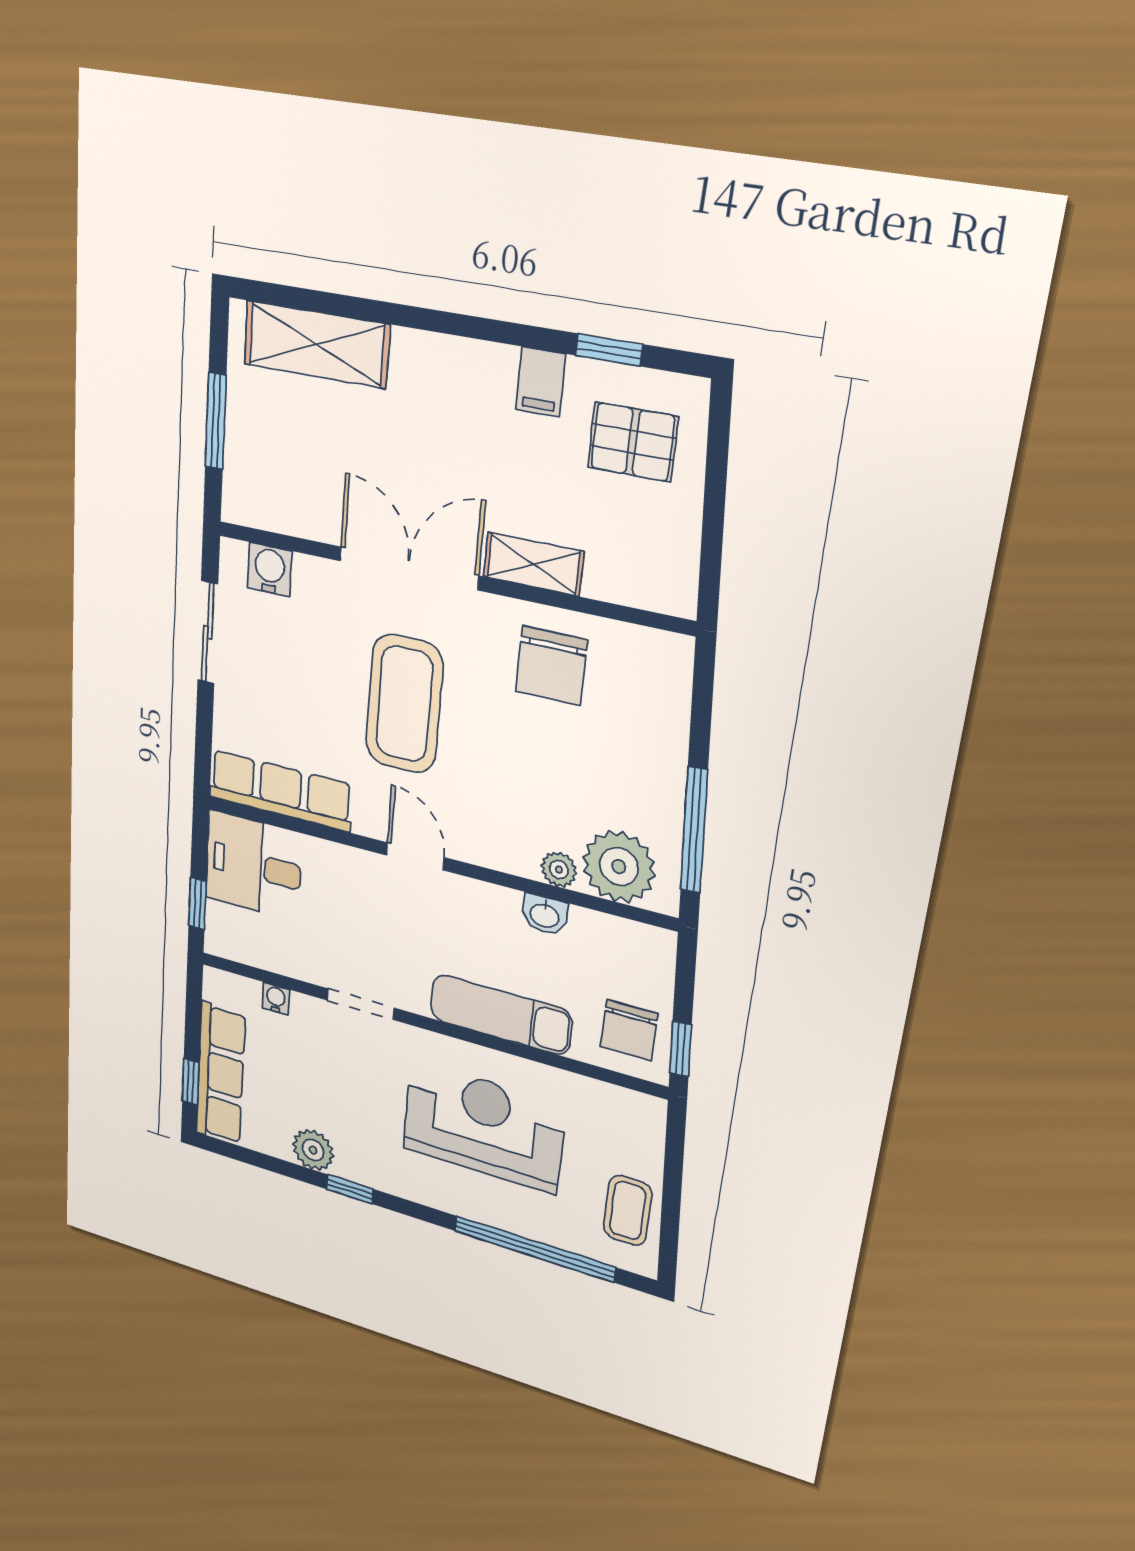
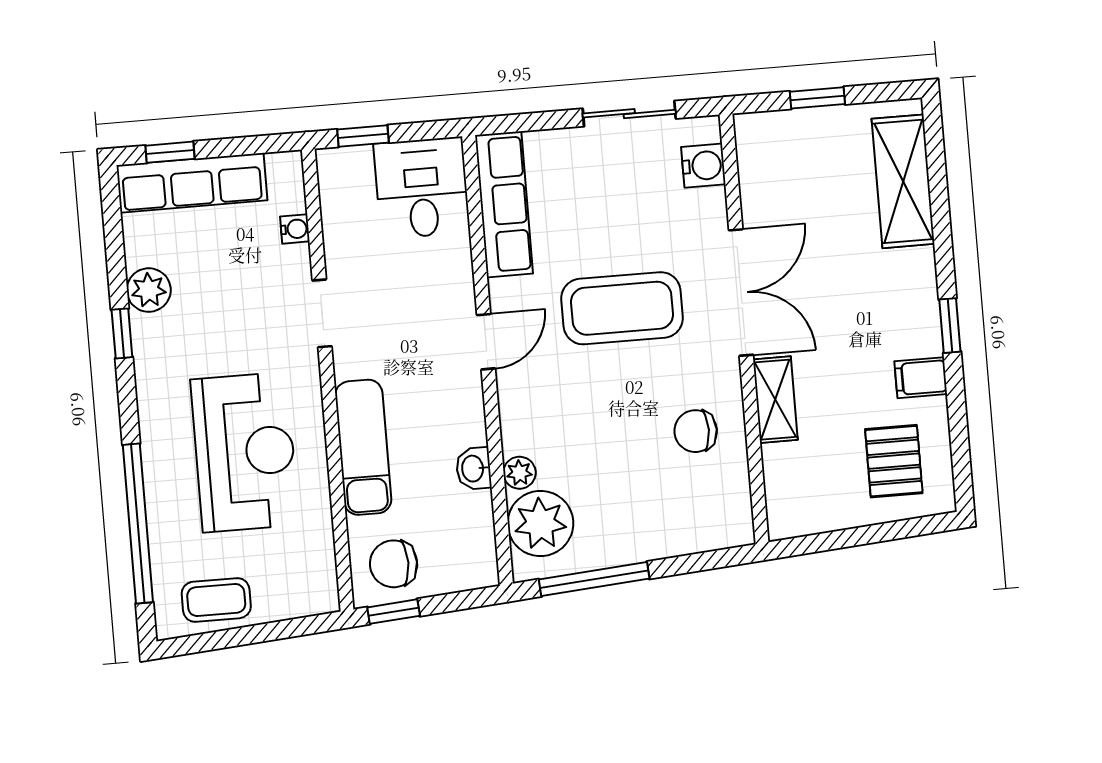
window: (609, 350) -> (950, 326), moved
window: (216, 421) -> (817, 98), width x0.67
chair: (551, 666) -> (696, 431), width x0.73, depth x0.73

